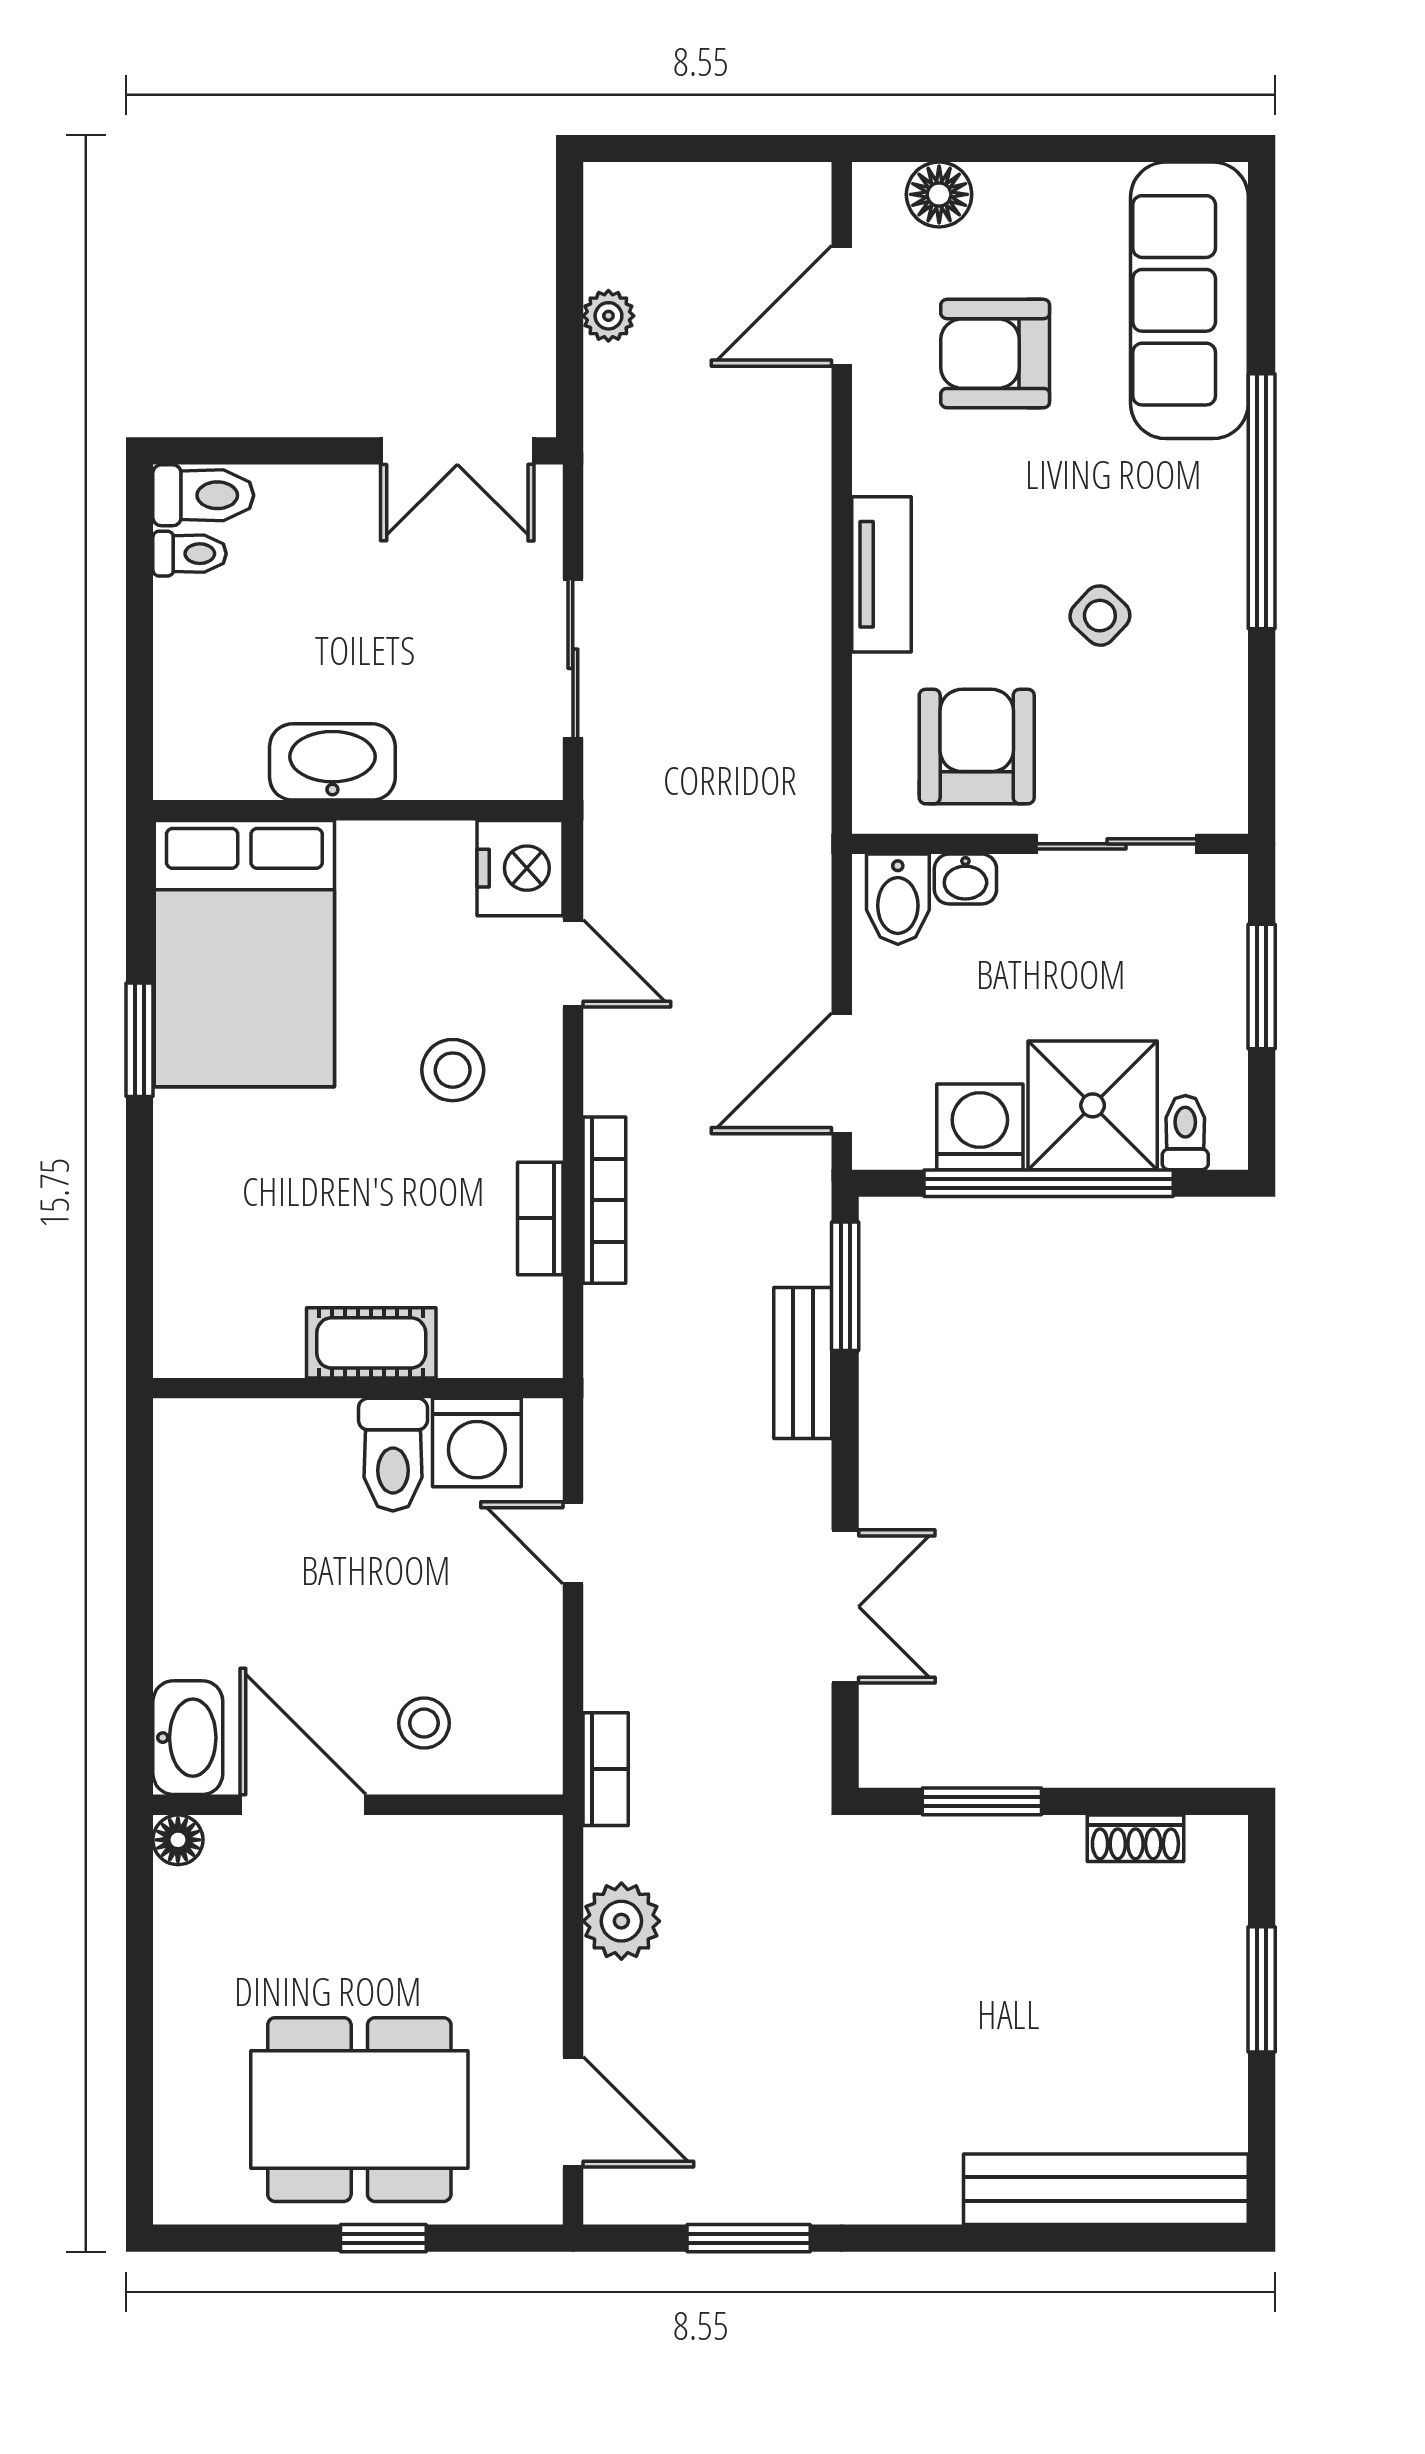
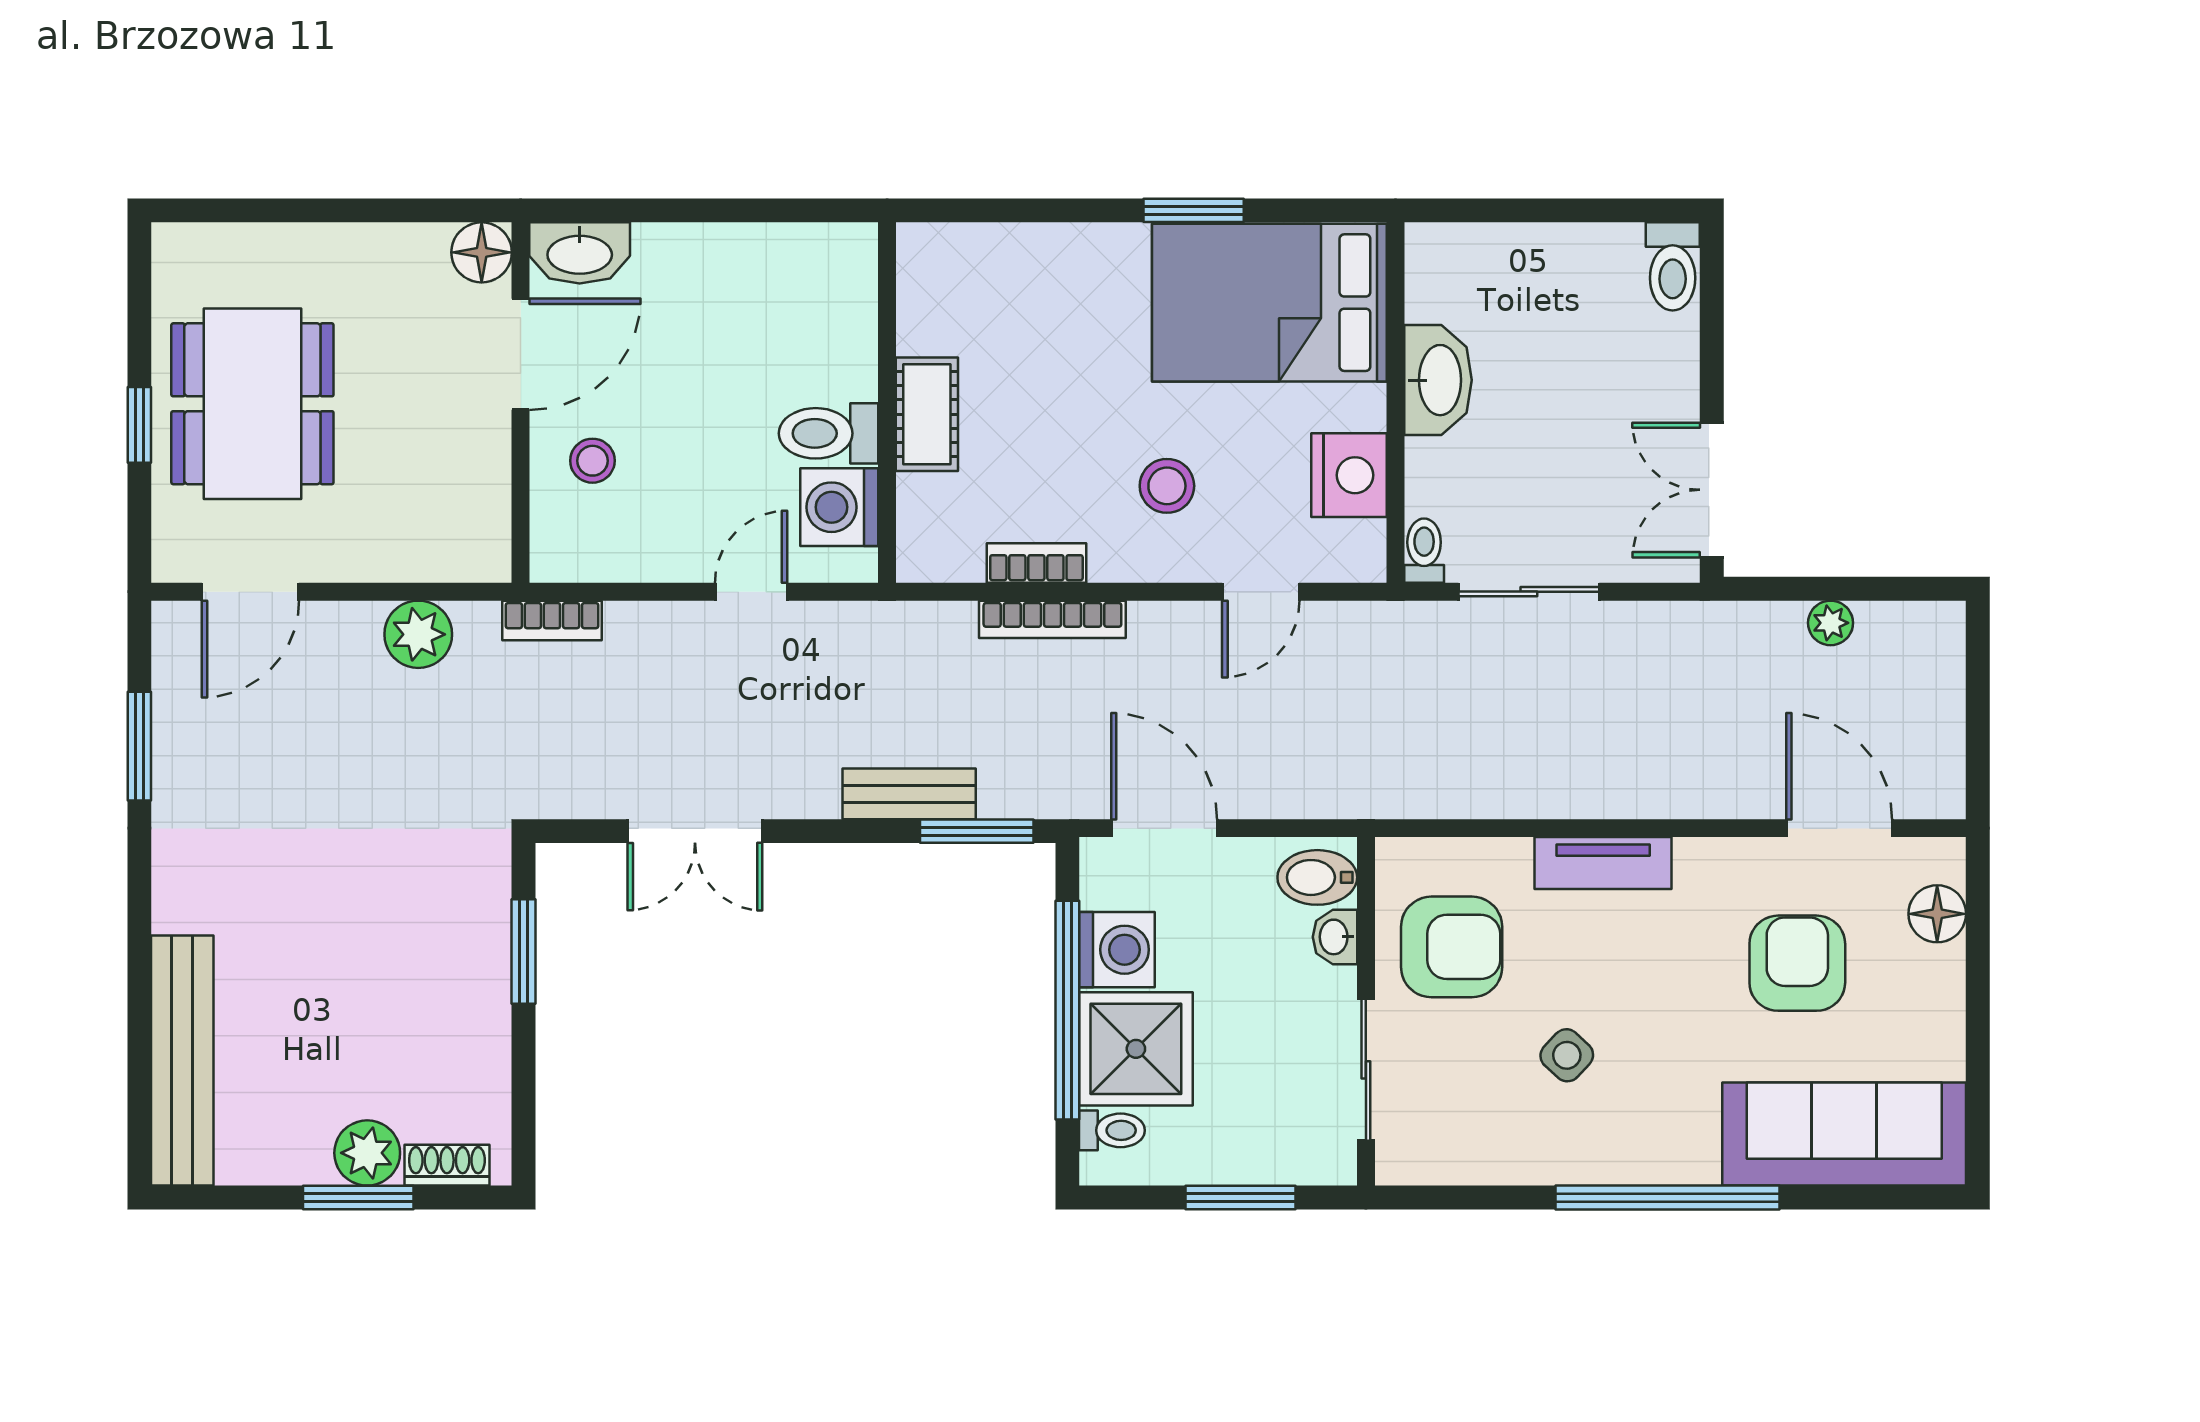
toilet: (190, 554) -> (1424, 551), moved, turned 180
nightstand: (520, 868) -> (1349, 475), moved, turned -90
shoe rack: (1135, 1838) -> (447, 1165), moved, turned 90
floor lamp: (178, 1840) -> (482, 252), width x1.37, depth x1.37
plant: (1211, 1979) -> (367, 1153), added

